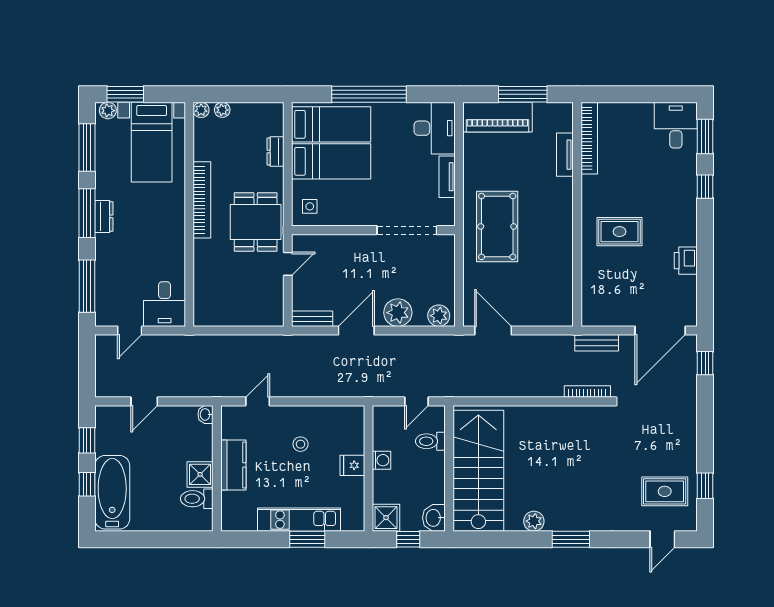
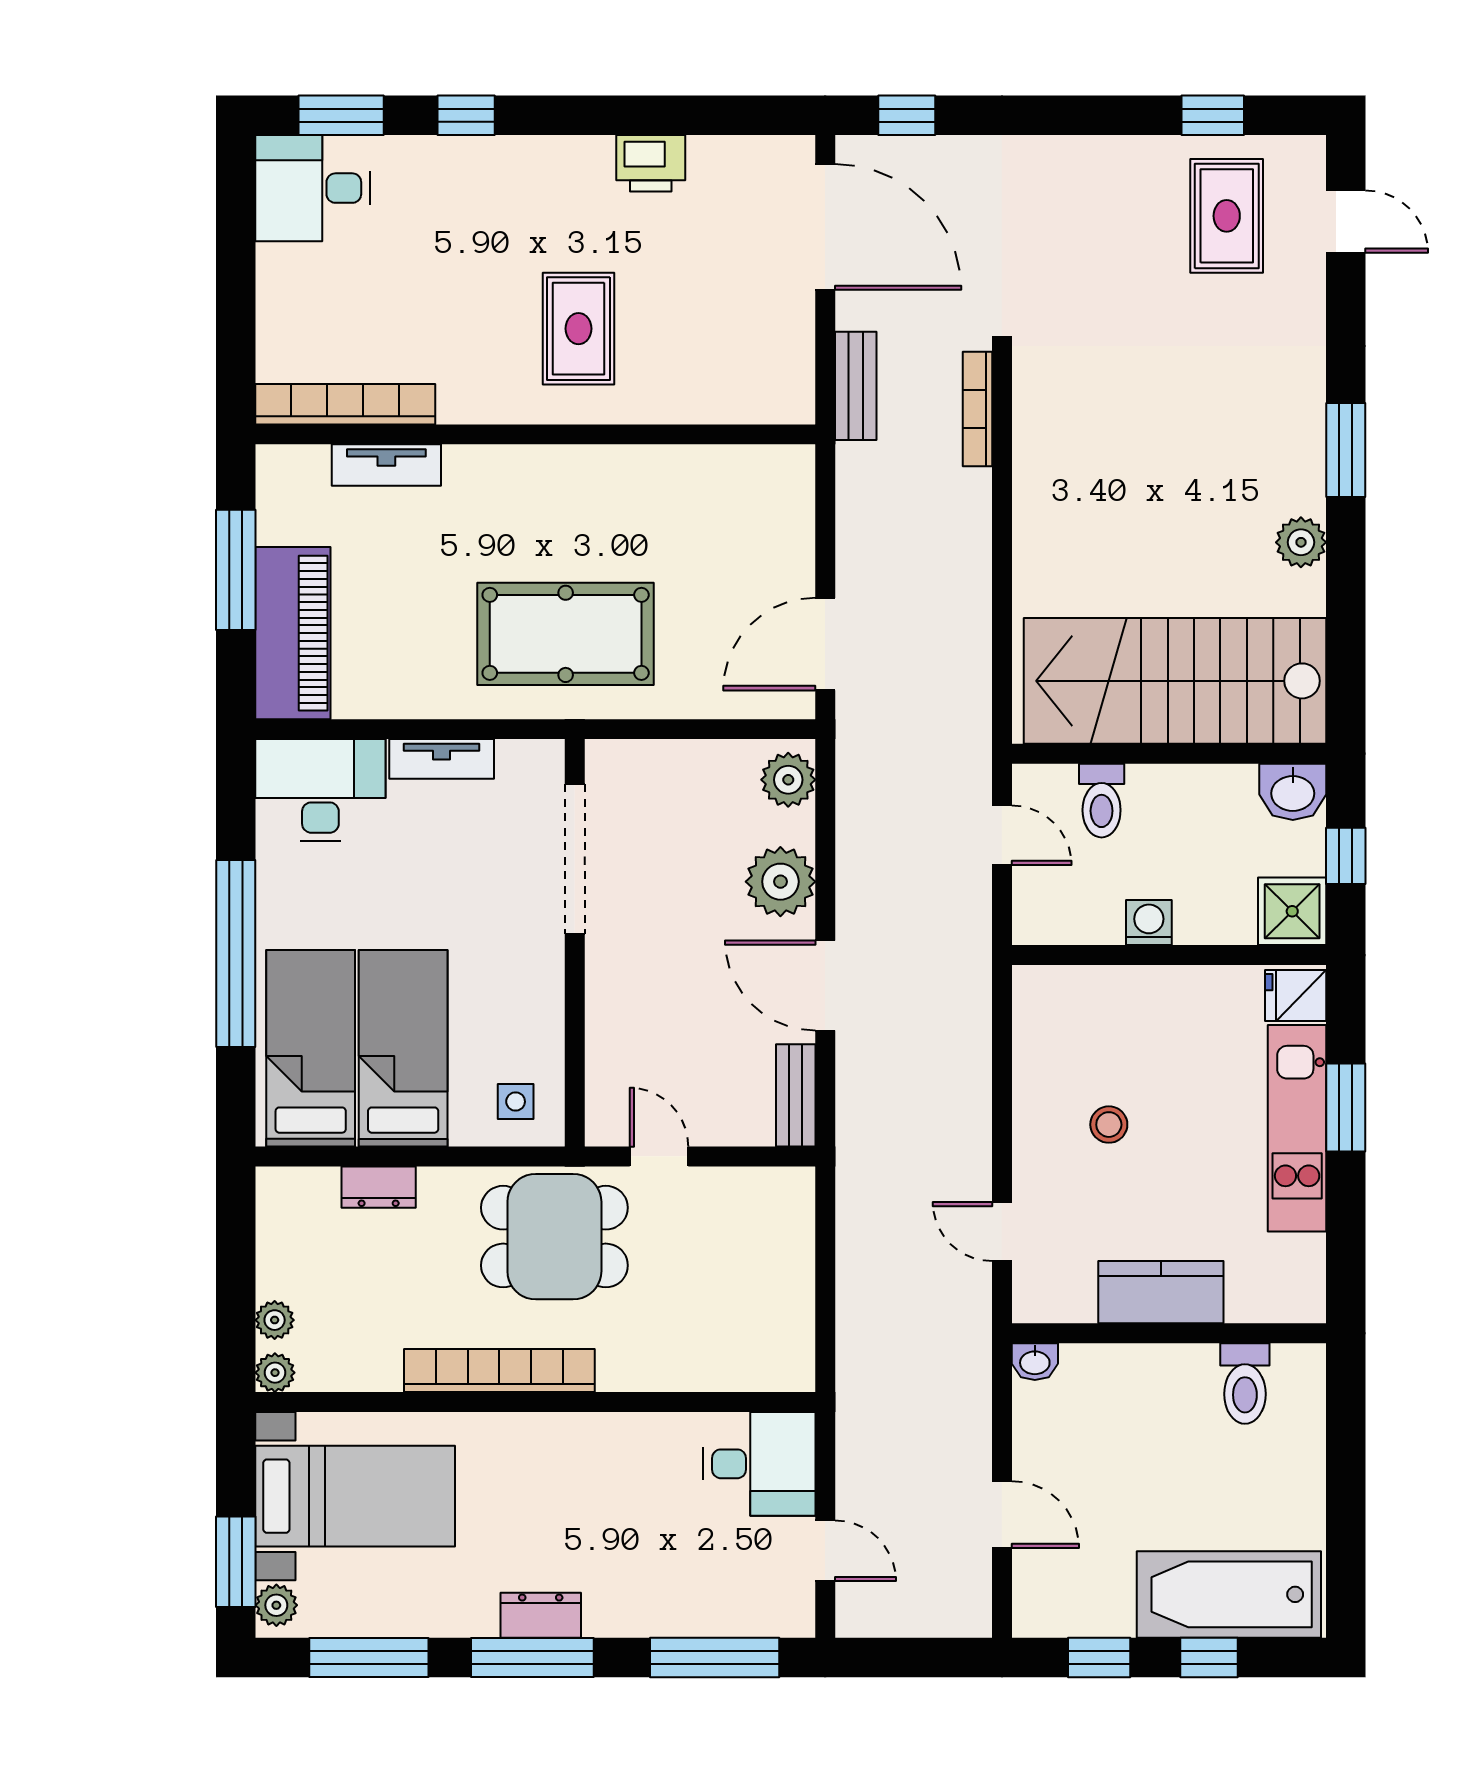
fridge: (352, 465) -> (1296, 995), moved, turned 90
shower: (200, 474) -> (1184, 1375), removed

